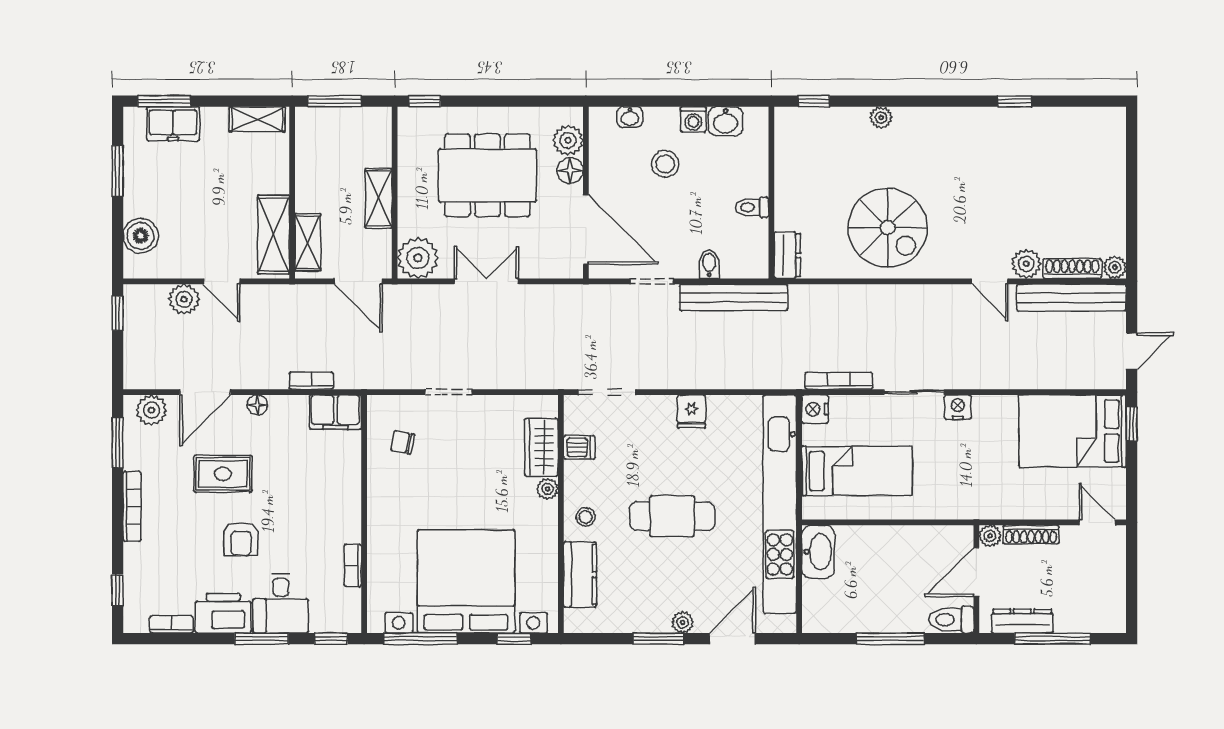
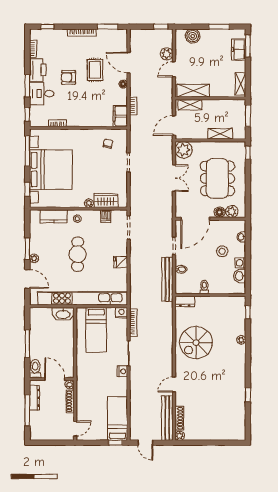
shelving: (379, 198) -> (220, 134), moved
plant: (1026, 264) -> (181, 399), removed
plant: (151, 410) -> (121, 41), removed
bed: (1073, 431) -> (118, 418), width x0.67

